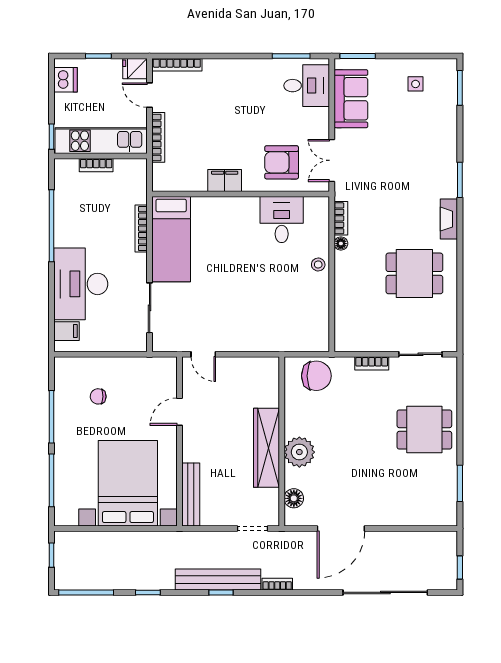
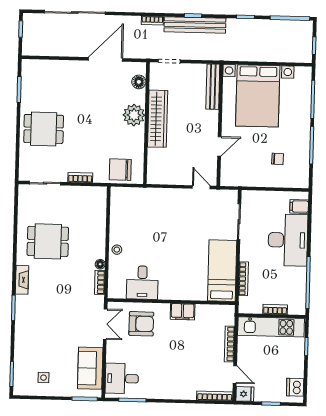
kitchen unit: (101, 141) -> (271, 327), moved
wall: (100, 156) -> (272, 316), moved
bookcase: (96, 165) -> (275, 309), moved

